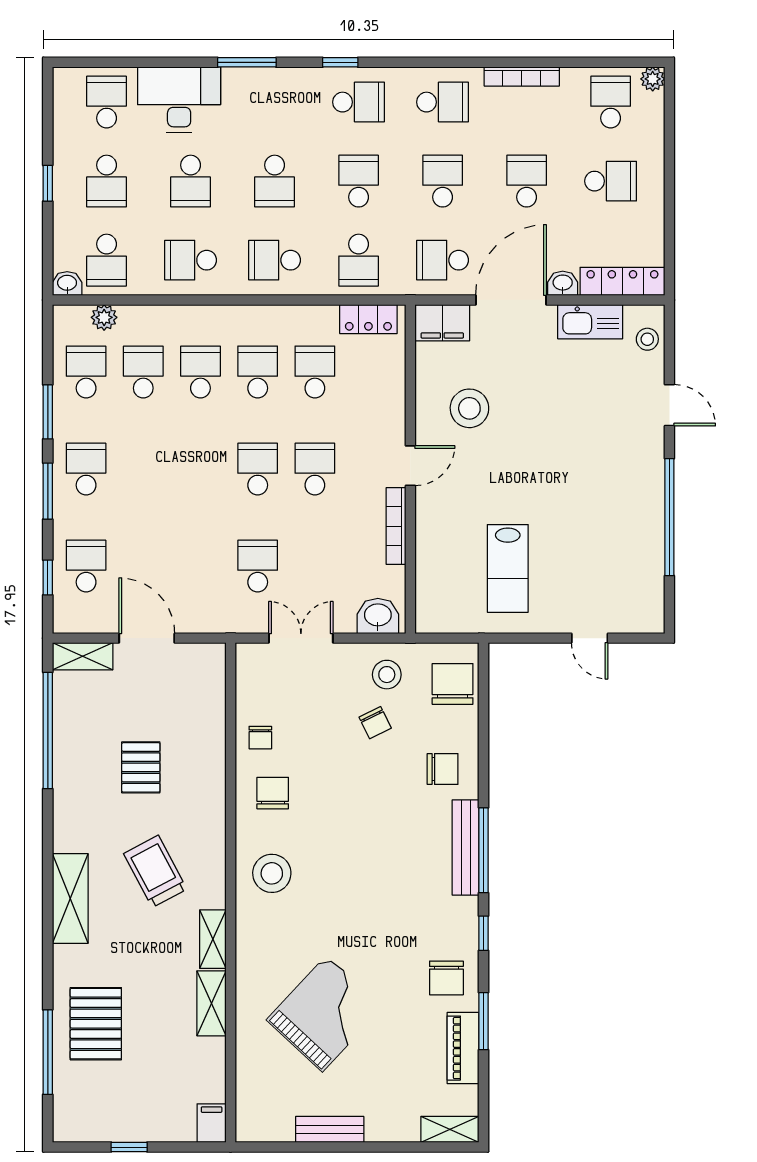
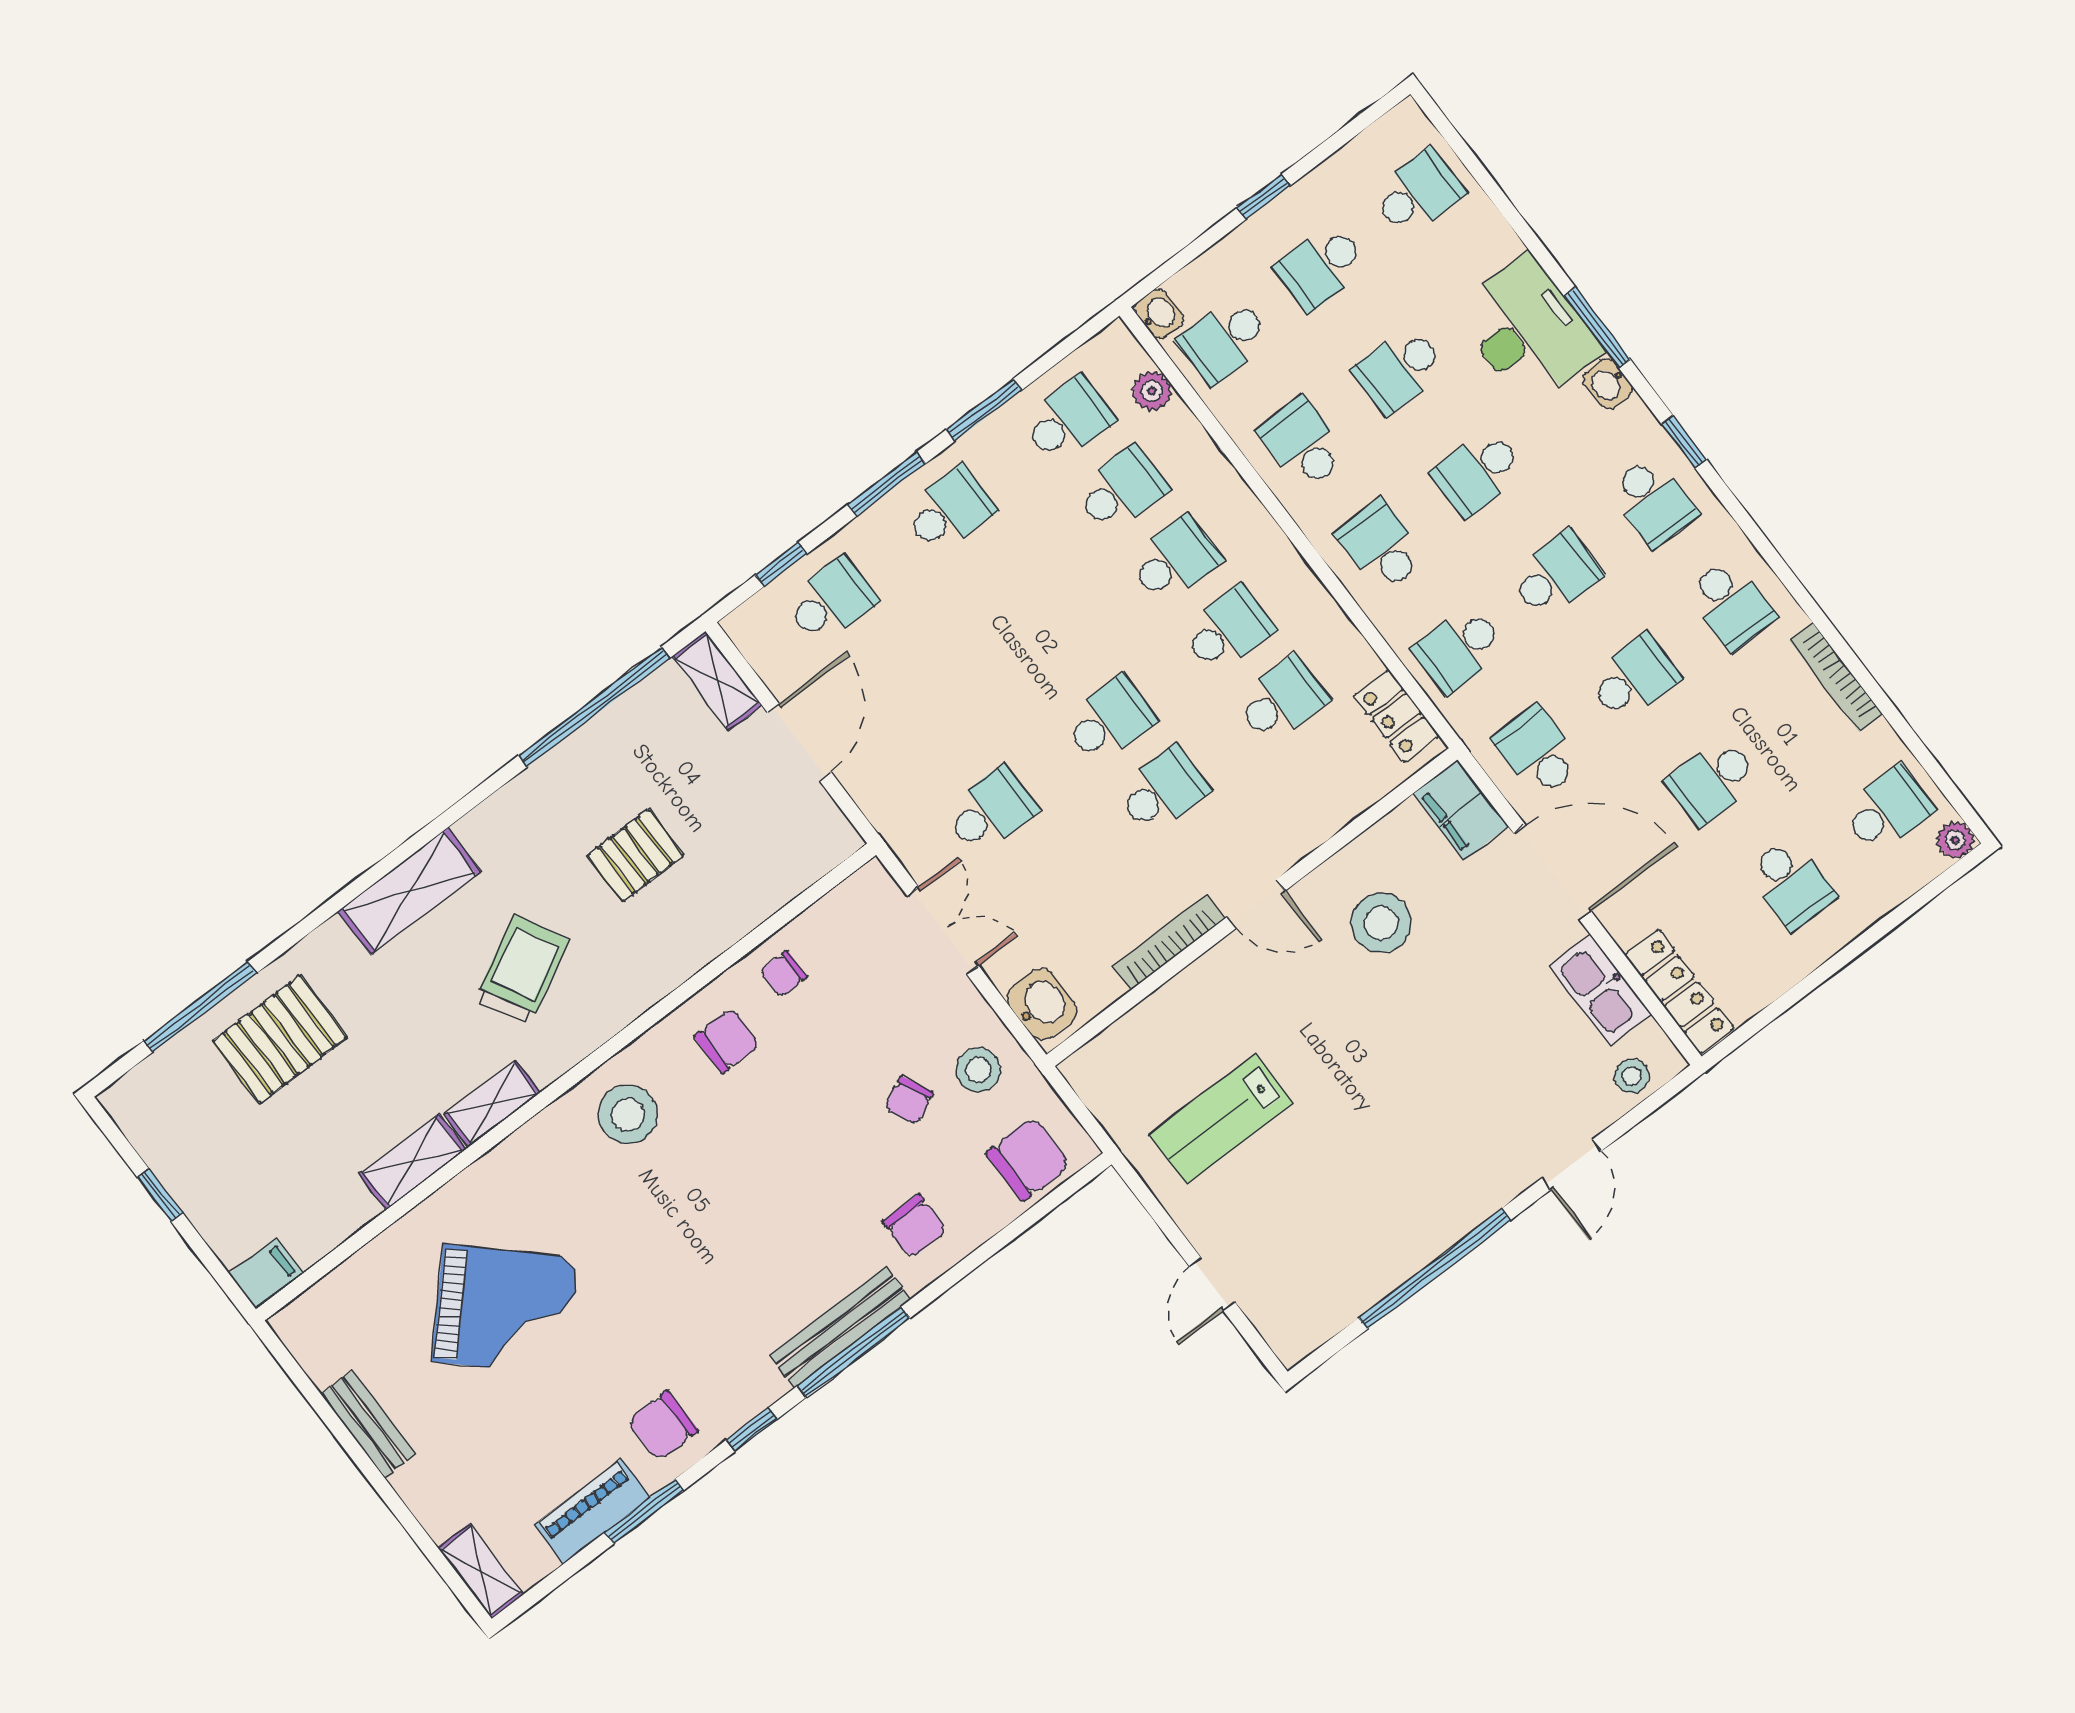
desk: (179, 99) -> (1528, 331), moved
school desk: (527, 181) -> (1713, 781), turned 180
washbasin: (563, 283) -> (1608, 384), moved, turned 180

